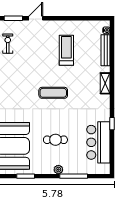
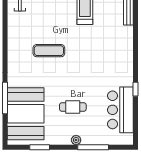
shelving: (105, 83) -> (128, 44), removed
exercise mat: (53, 93) -> (49, 51), moved

